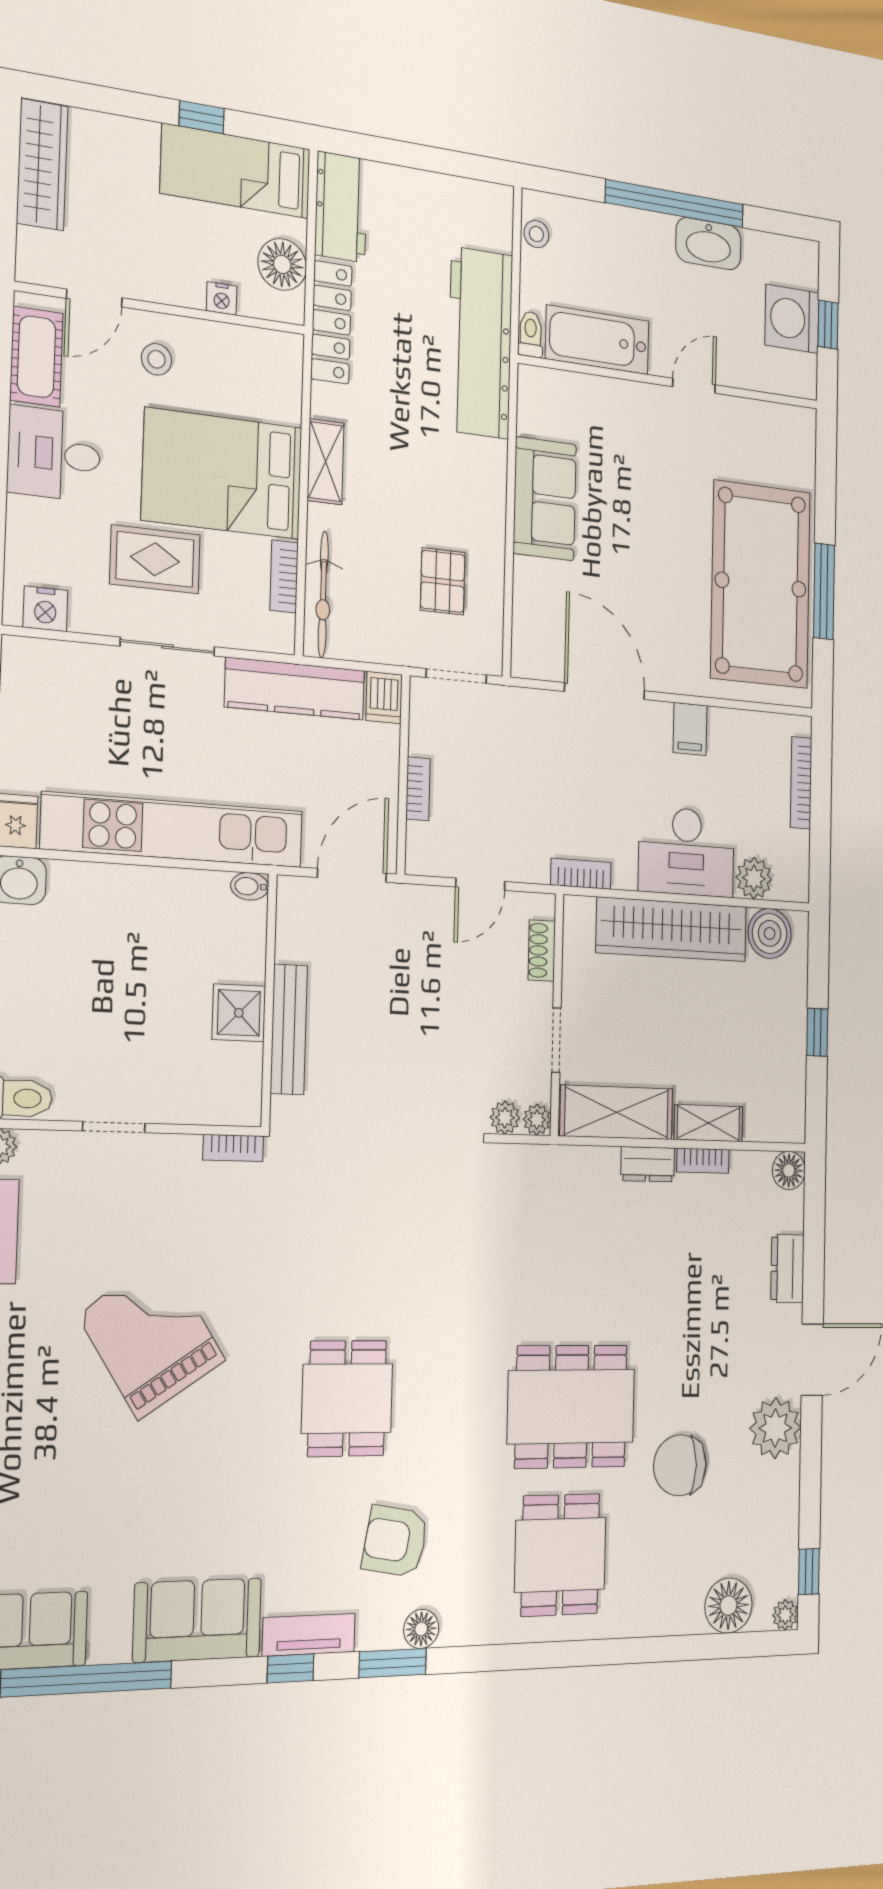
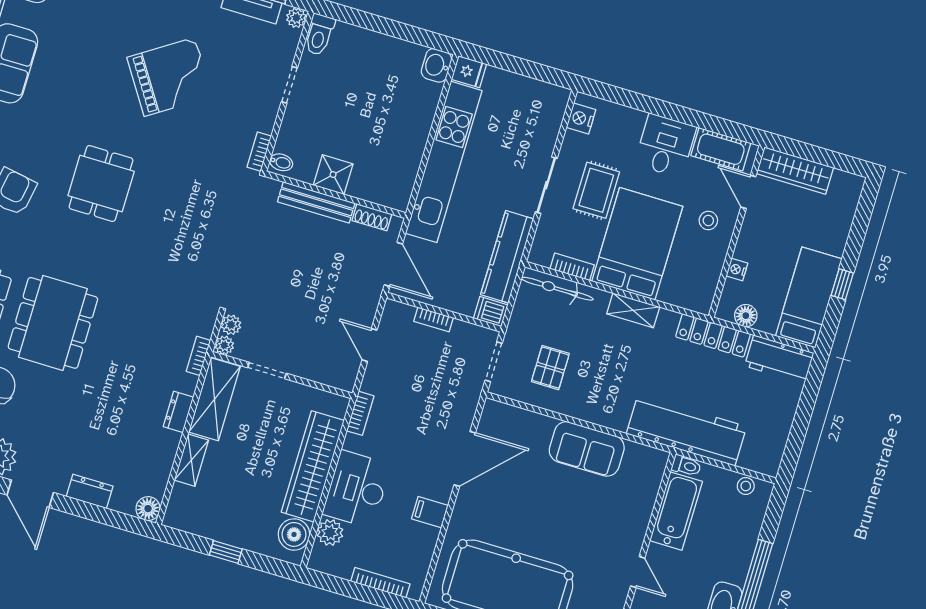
wardrobe: (42, 165) -> (795, 171), moved
floor lamp: (282, 264) -> (746, 316), width x0.73, depth x0.73
pallet: (443, 581) -> (550, 368), turned 90
bidet: (250, 886) -> (281, 162), moved, turned 90
shoe rack: (542, 951) -> (372, 217), moved, turned 180
bookcase: (703, 1161) -> (198, 356), moved
dining table: (347, 1398) -> (101, 183), turned 90

